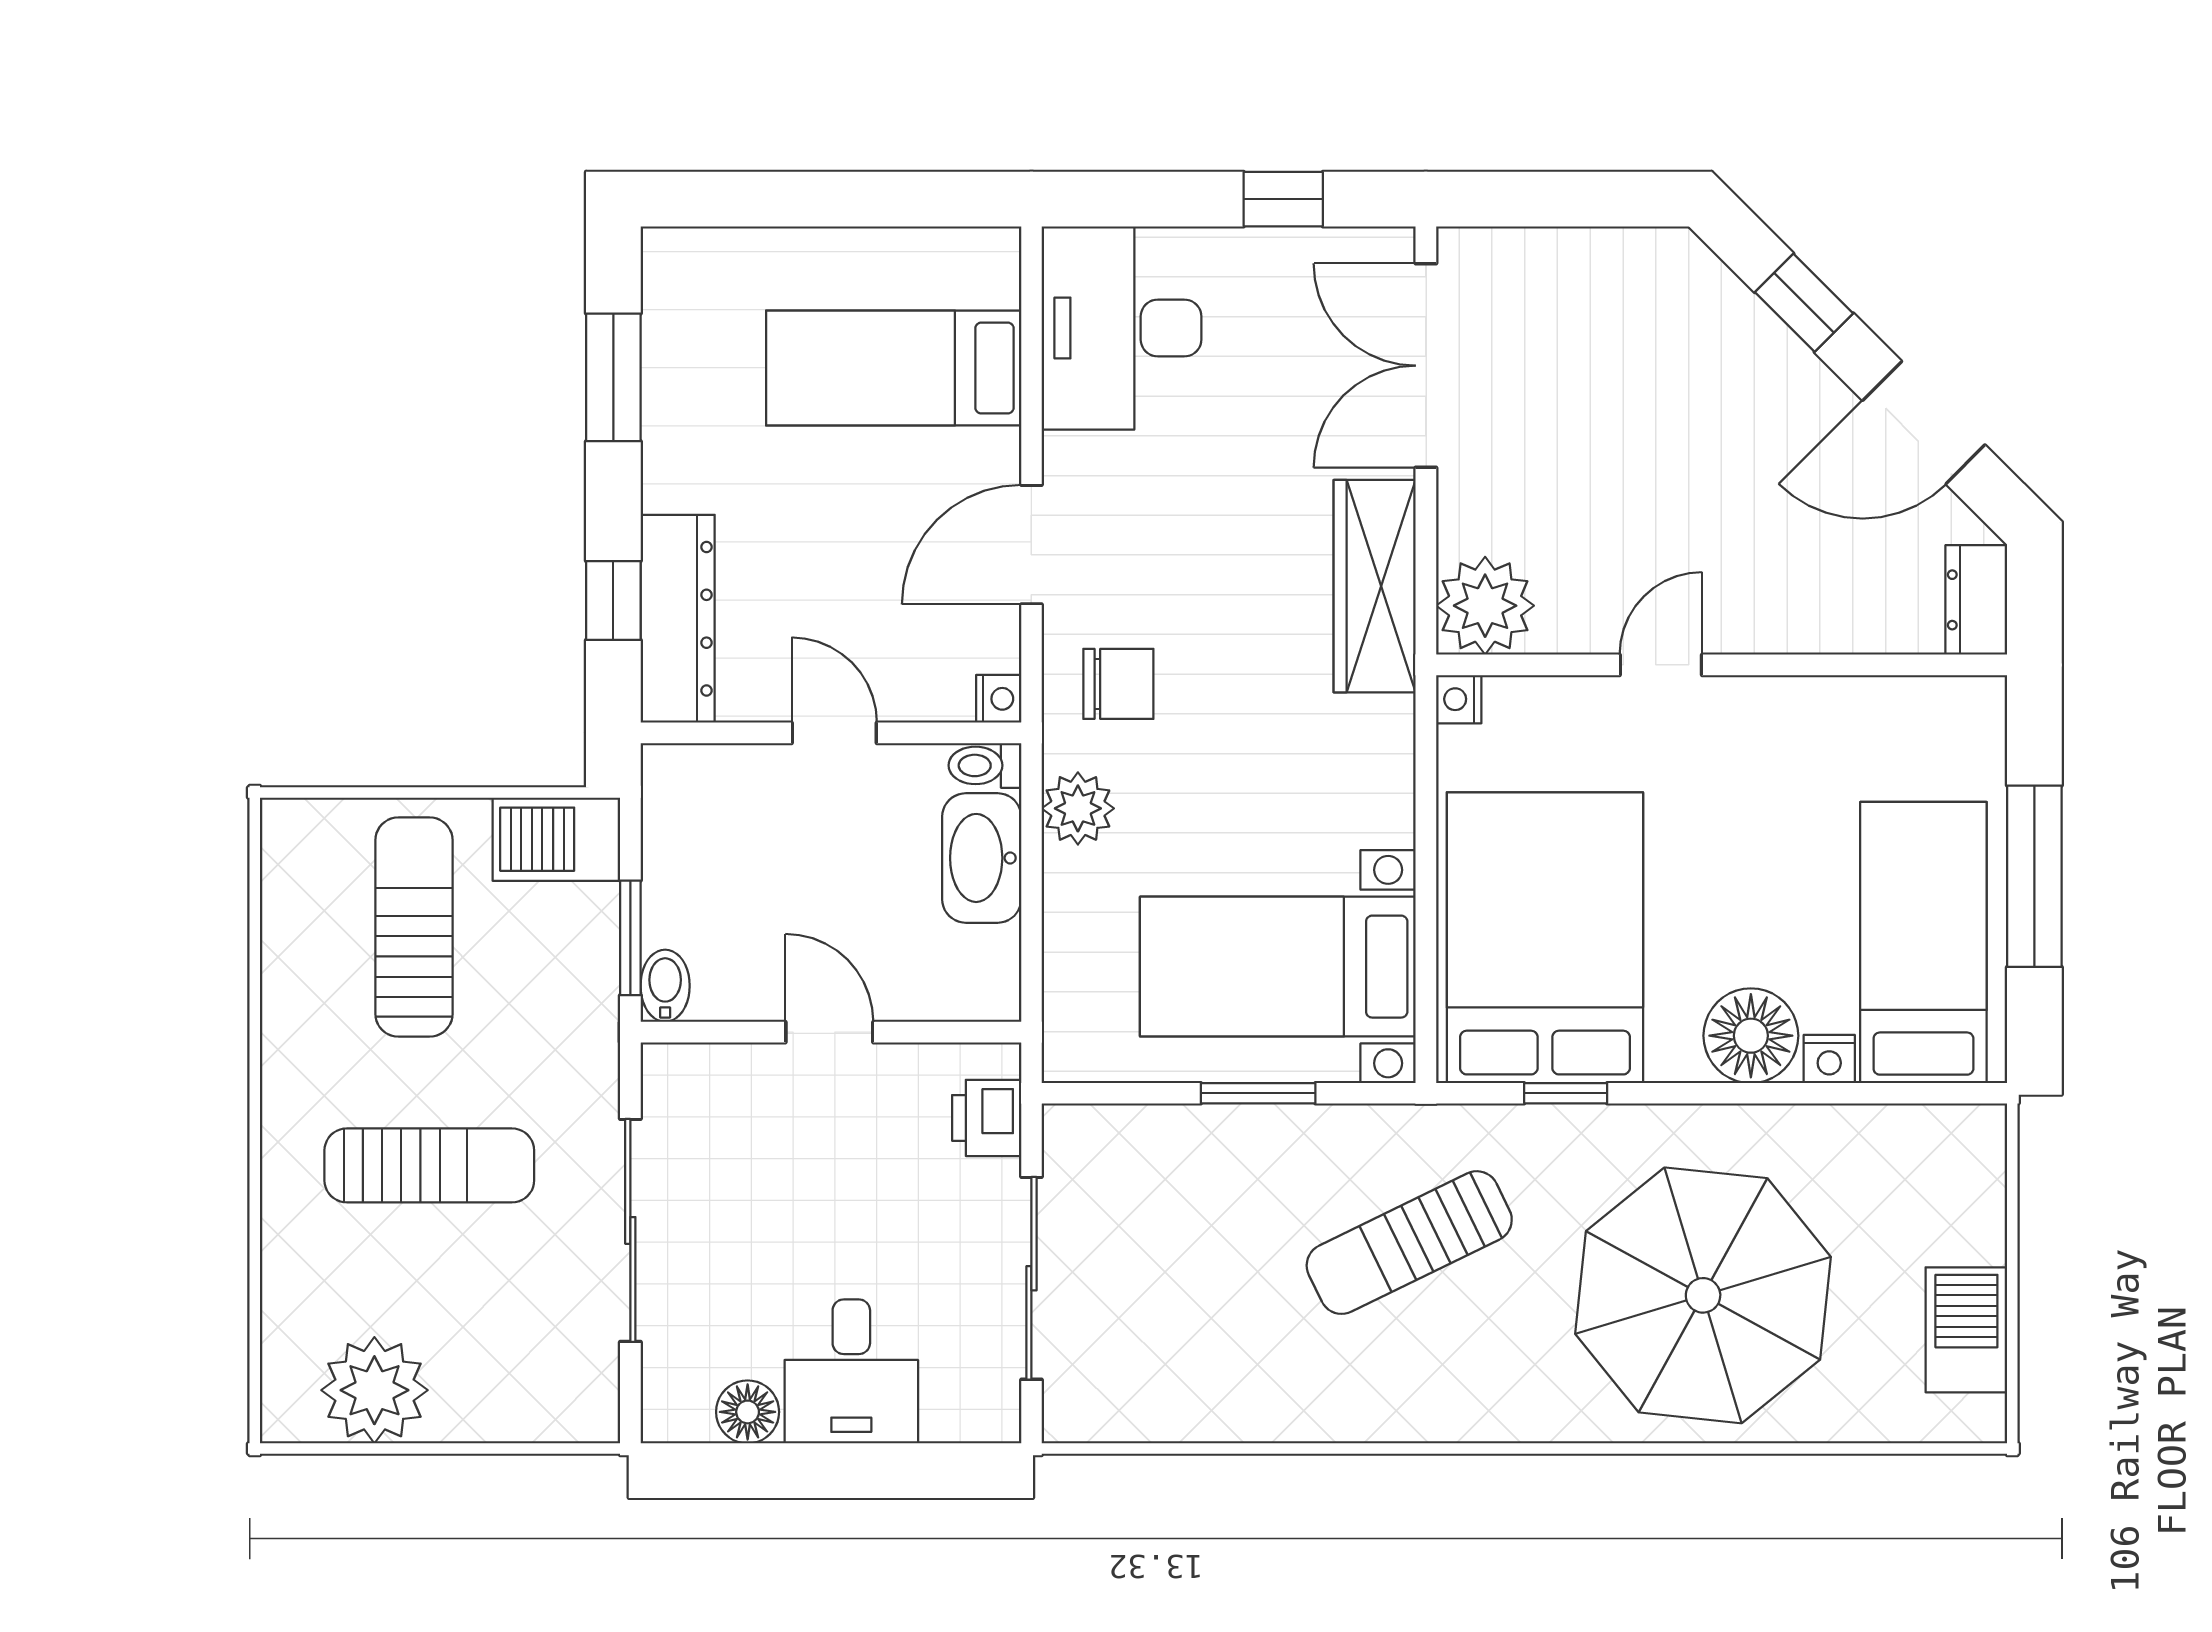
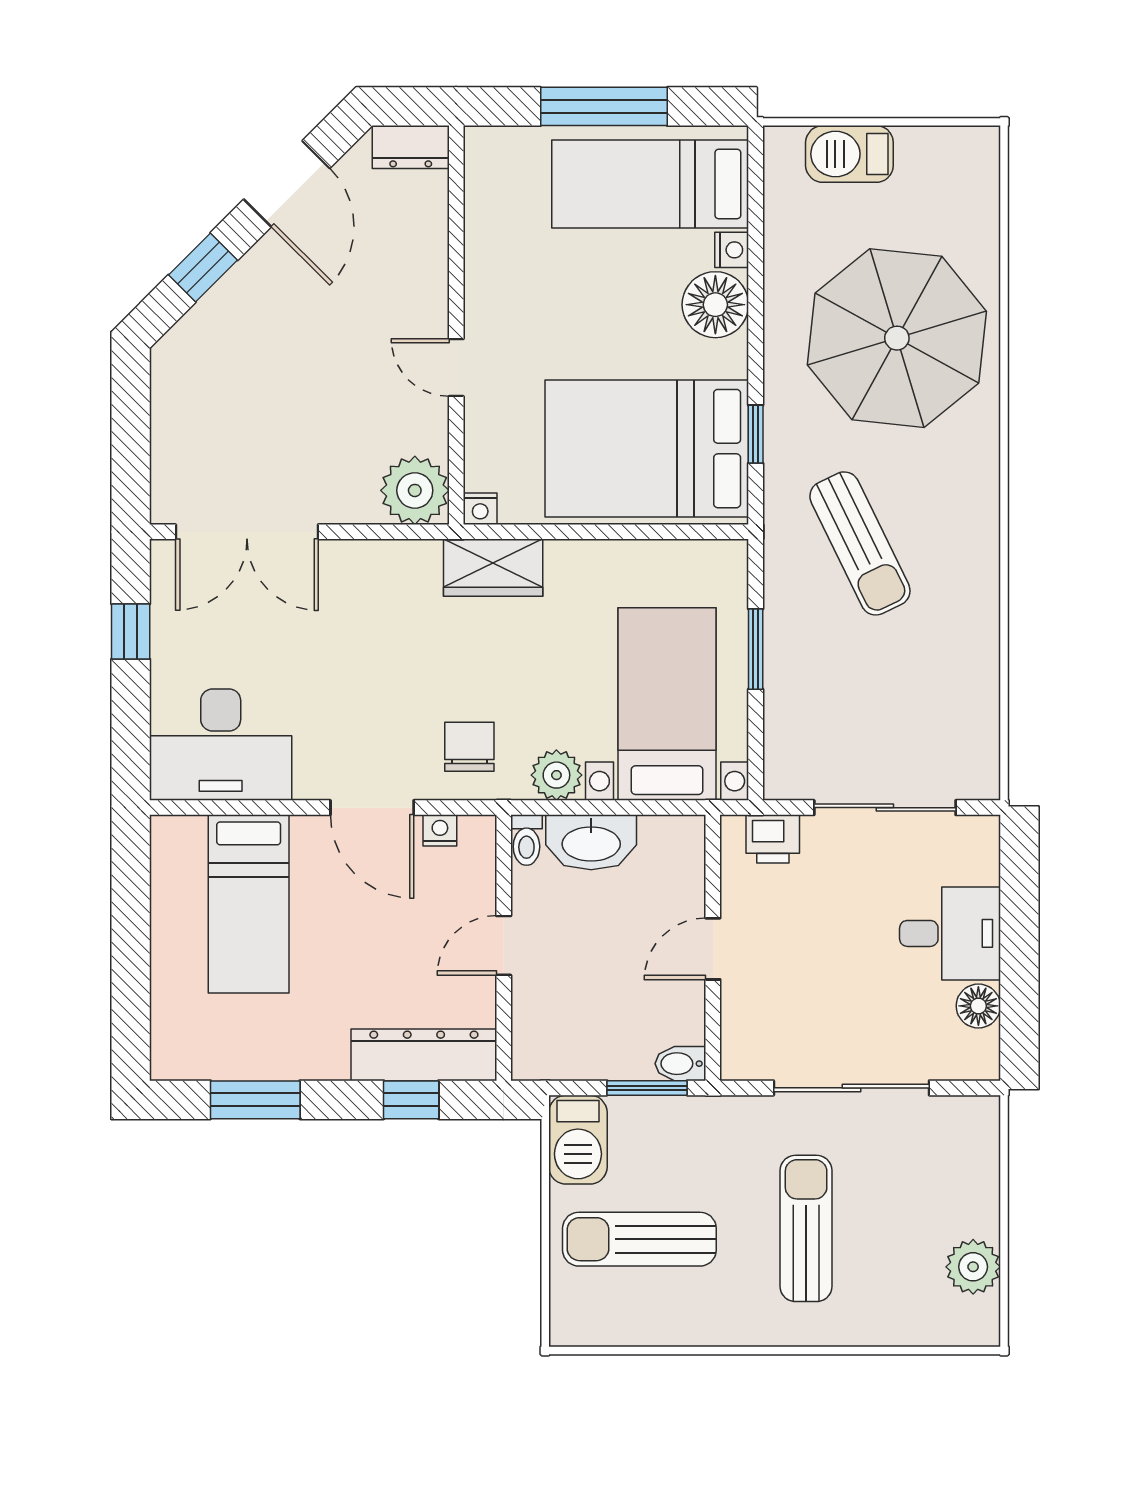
wardrobe: (1375, 586) -> (493, 568), moved, width x0.67
nightstand: (999, 699) -> (440, 830), moved
bed with nightstands: (1278, 967) -> (667, 704), moved, turned 180
barbecue: (1966, 1330) -> (849, 154), moved
plant: (374, 1390) -> (973, 1267), width x0.73, depth x0.73

